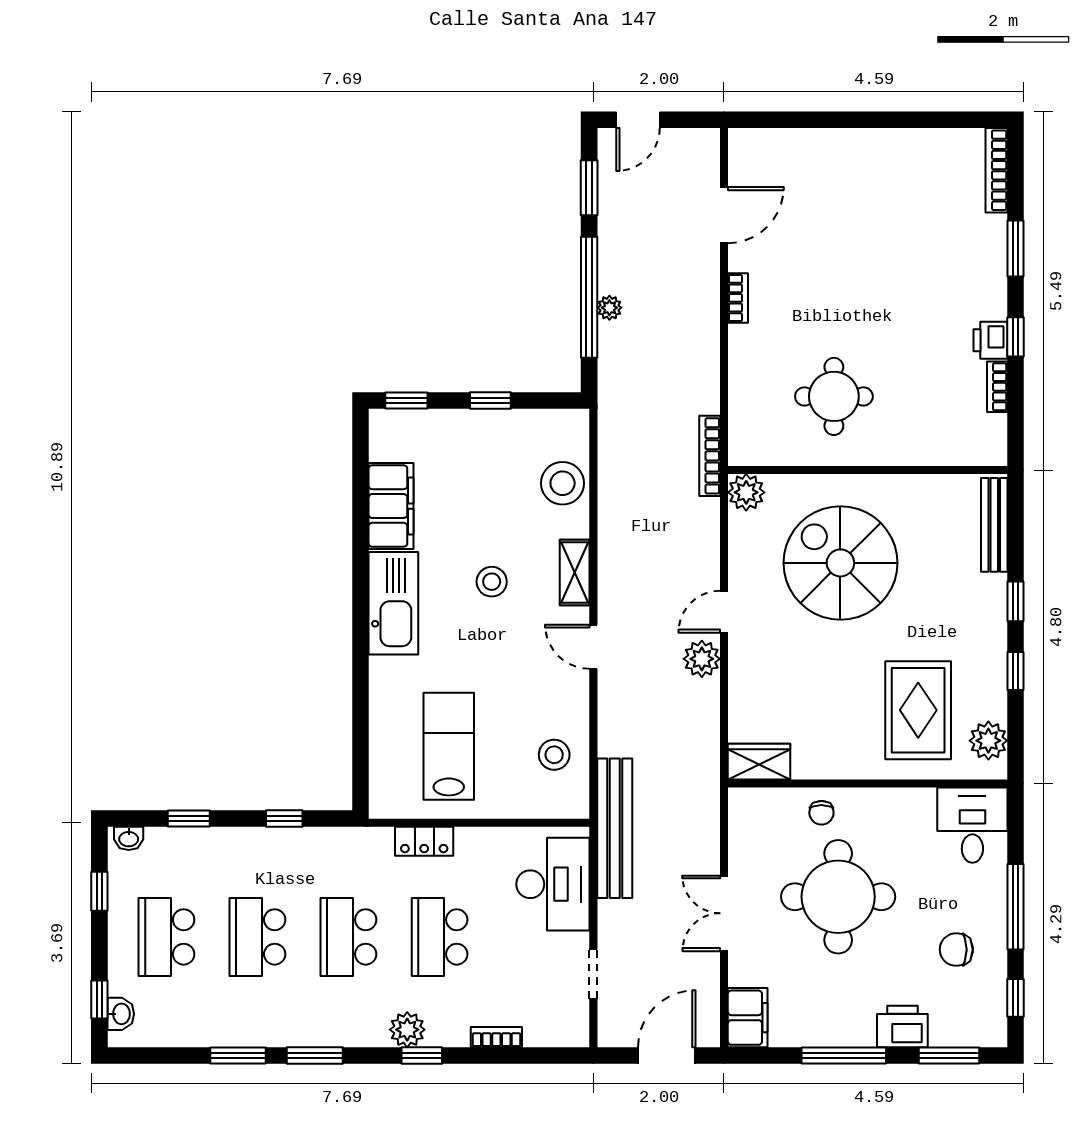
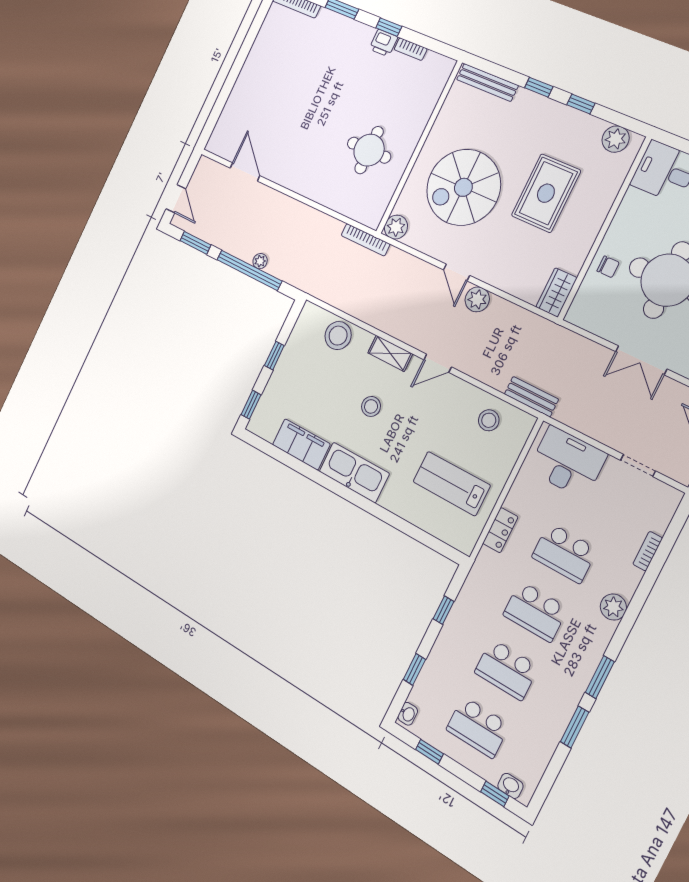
bookcase: (738, 298) -> (290, 184), removed
rug: (918, 710) -> (546, 193), moved, turned 90
bench: (615, 828) -> (531, 397), width x0.54, depth x0.82
window: (422, 1055) -> (635, 607), removed

